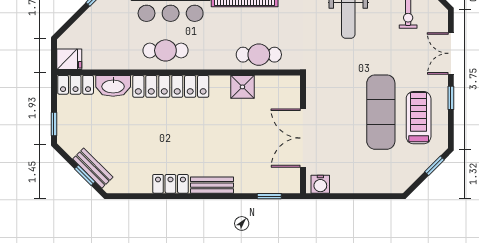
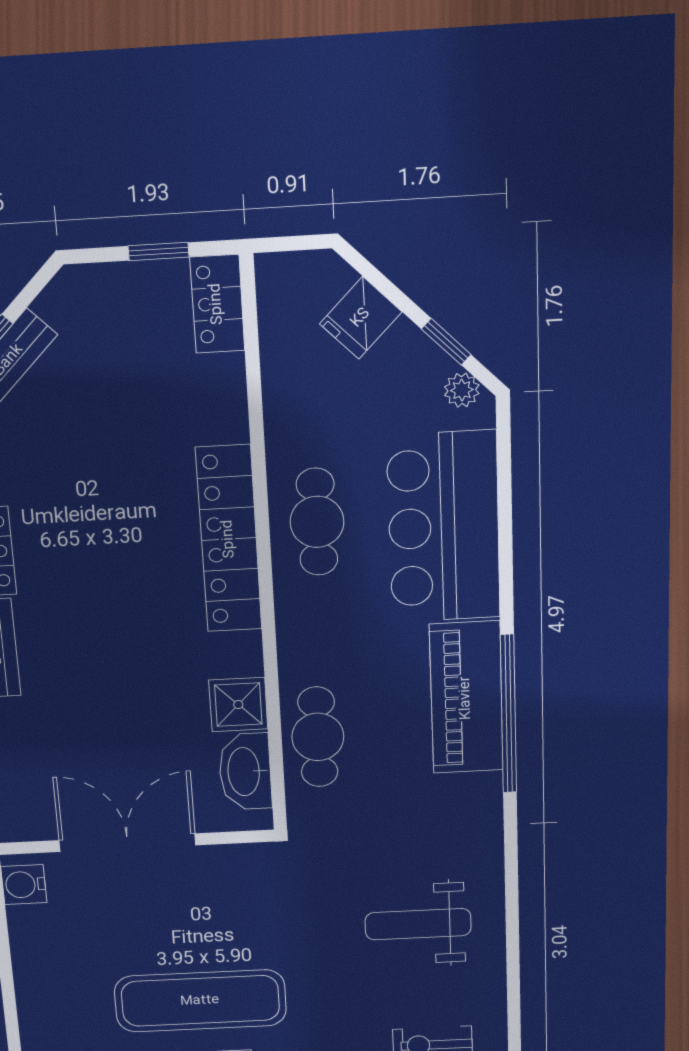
fridge: (69, 59) -> (361, 318), moved, turned 45
washbasin: (113, 86) -> (245, 772), moved
window: (54, 124) -> (158, 251), moved

